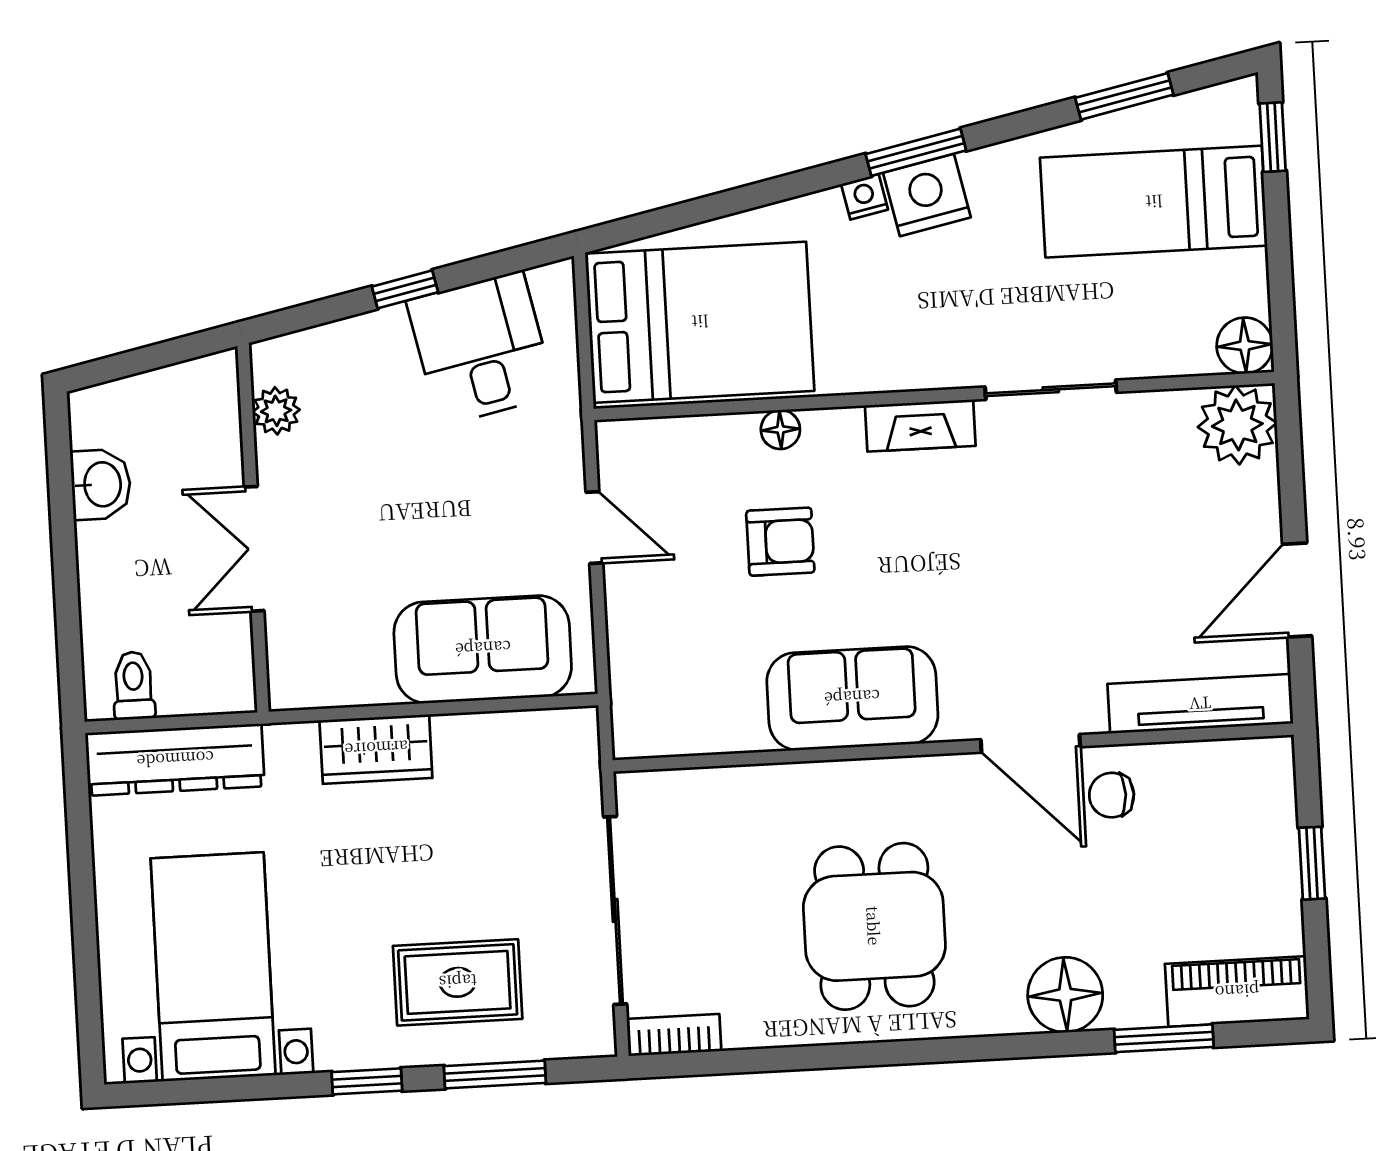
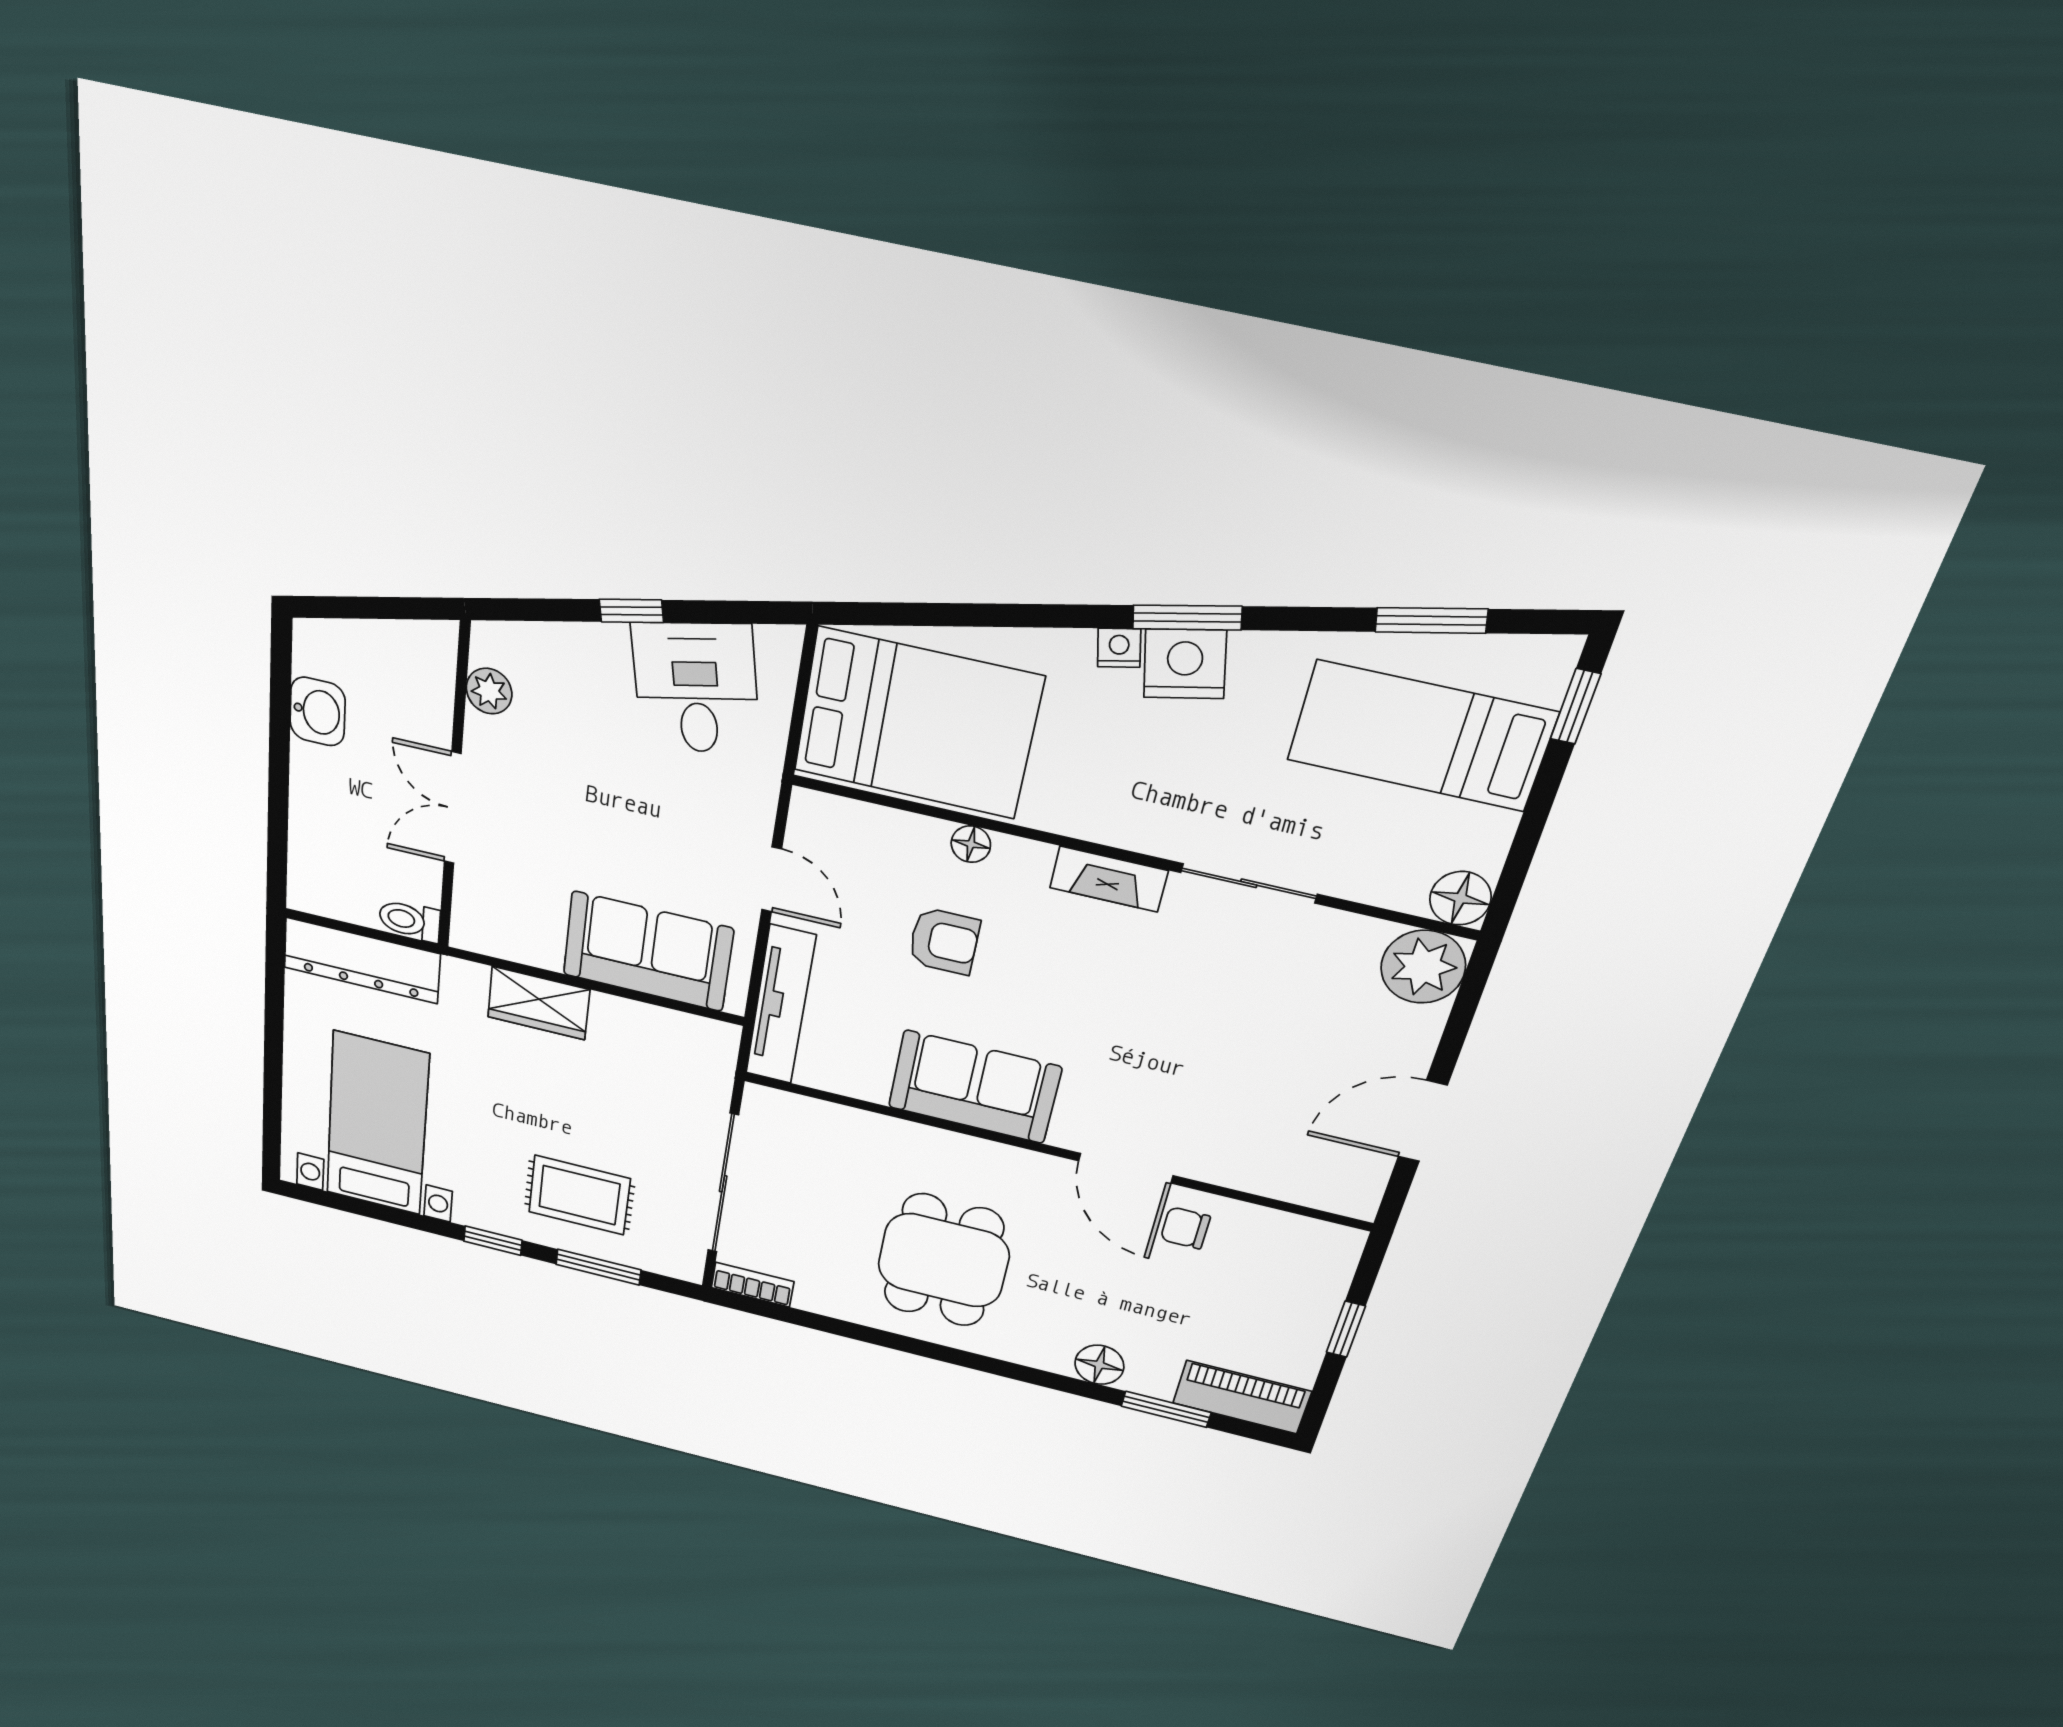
toilet: (134, 686) -> (410, 920), moved, turned -90
tv unit: (1200, 704) -> (781, 1005), moved, turned 90
floor lamp: (1065, 995) -> (1099, 1365), width x0.73, depth x0.73

